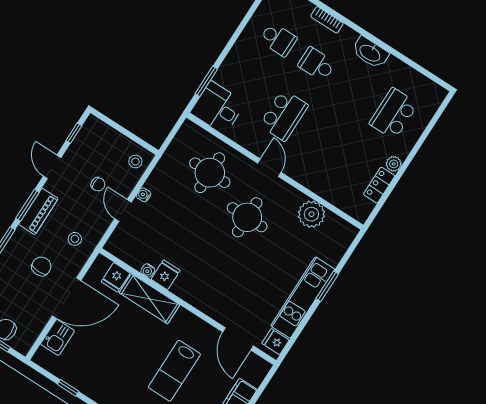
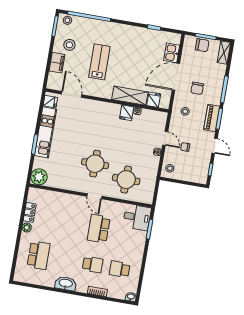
plant: (311, 214) -> (39, 177), moved

